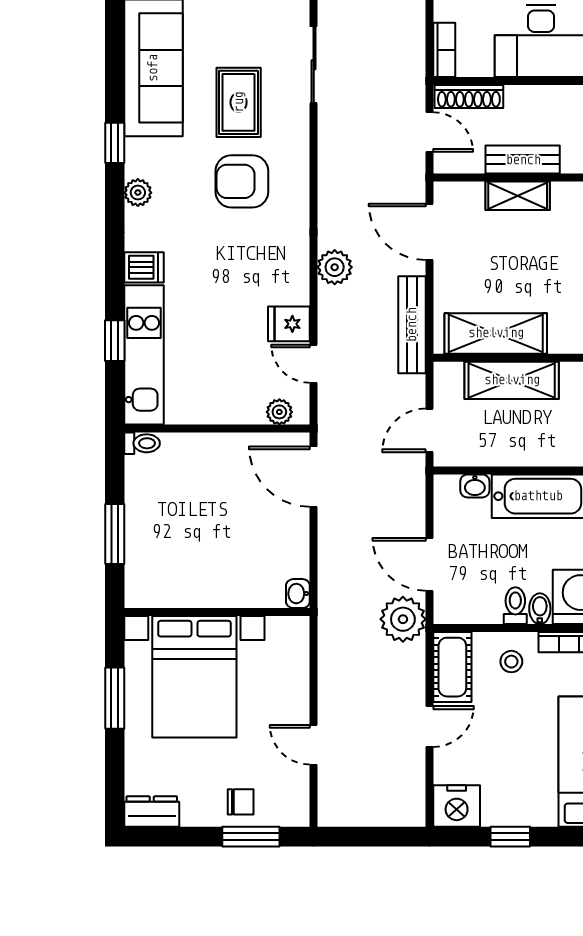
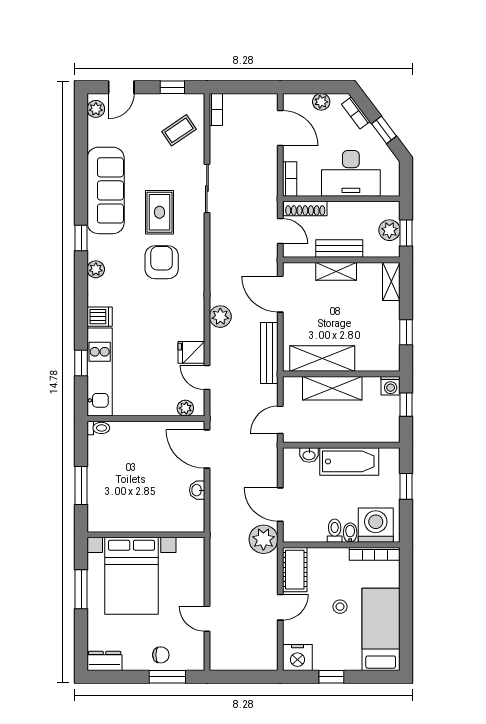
armchair: (242, 181) -> (162, 262), turned 90
washbasin: (298, 594) -> (197, 490), moved
stool: (511, 662) -> (340, 607), moved

